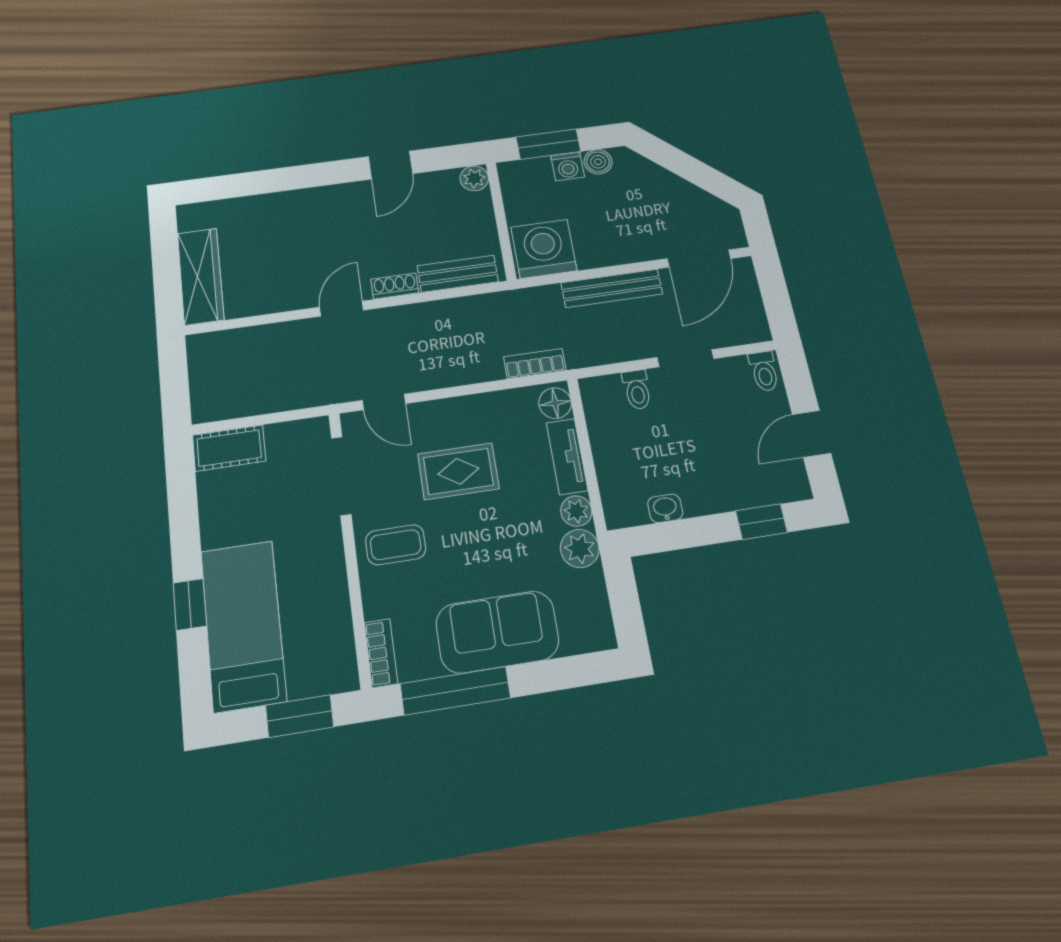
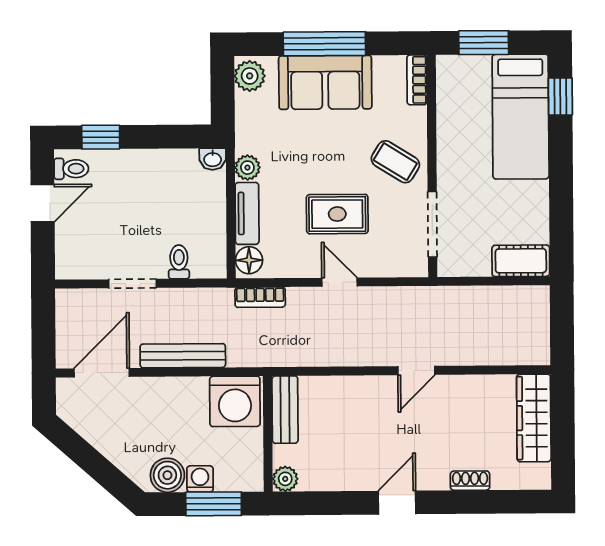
boiler: (598, 162) -> (167, 475), width x1.36, depth x1.36
door: (390, 165) -> (397, 503), moved
bench: (458, 274) -> (285, 410), moved, turned 90
shoe rack: (395, 286) -> (470, 481), moved, turned 180
toilet: (764, 371) -> (71, 169), moved, turned 90
door: (384, 402) -> (339, 282), moved
washbasin: (665, 508) -> (213, 159), moved
coffee table: (396, 545) -> (395, 162), turned 32
plant: (580, 549) -> (250, 76), moved
window: (190, 604) -> (560, 96), moved
window: (455, 691) -> (324, 44), moved

